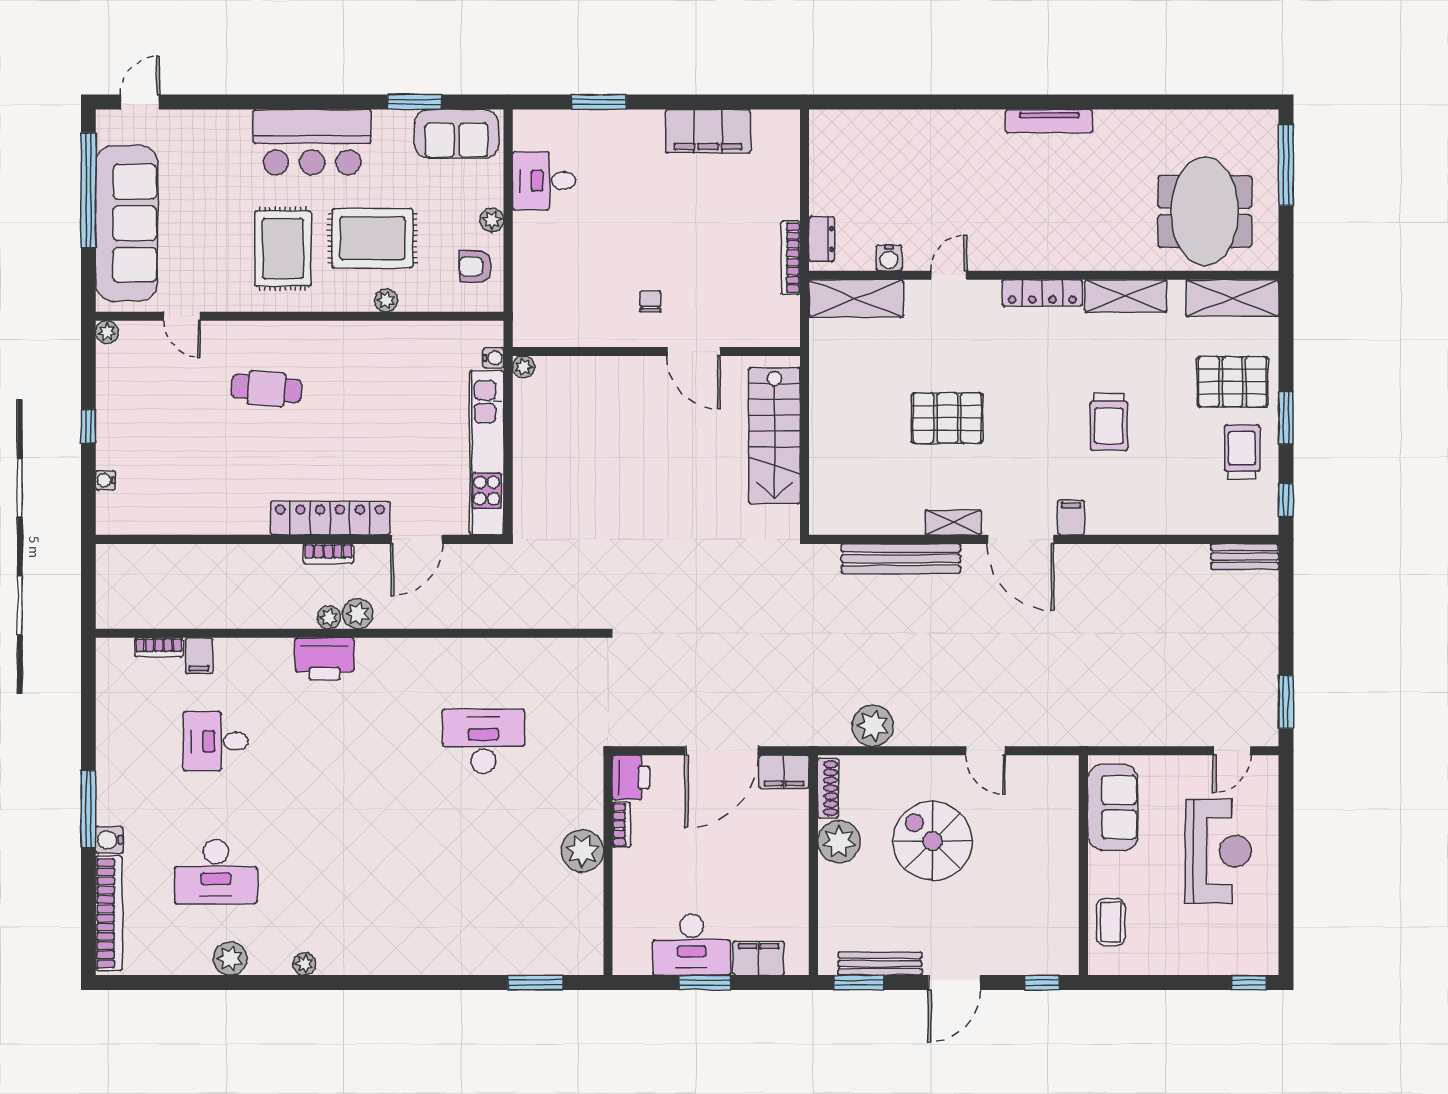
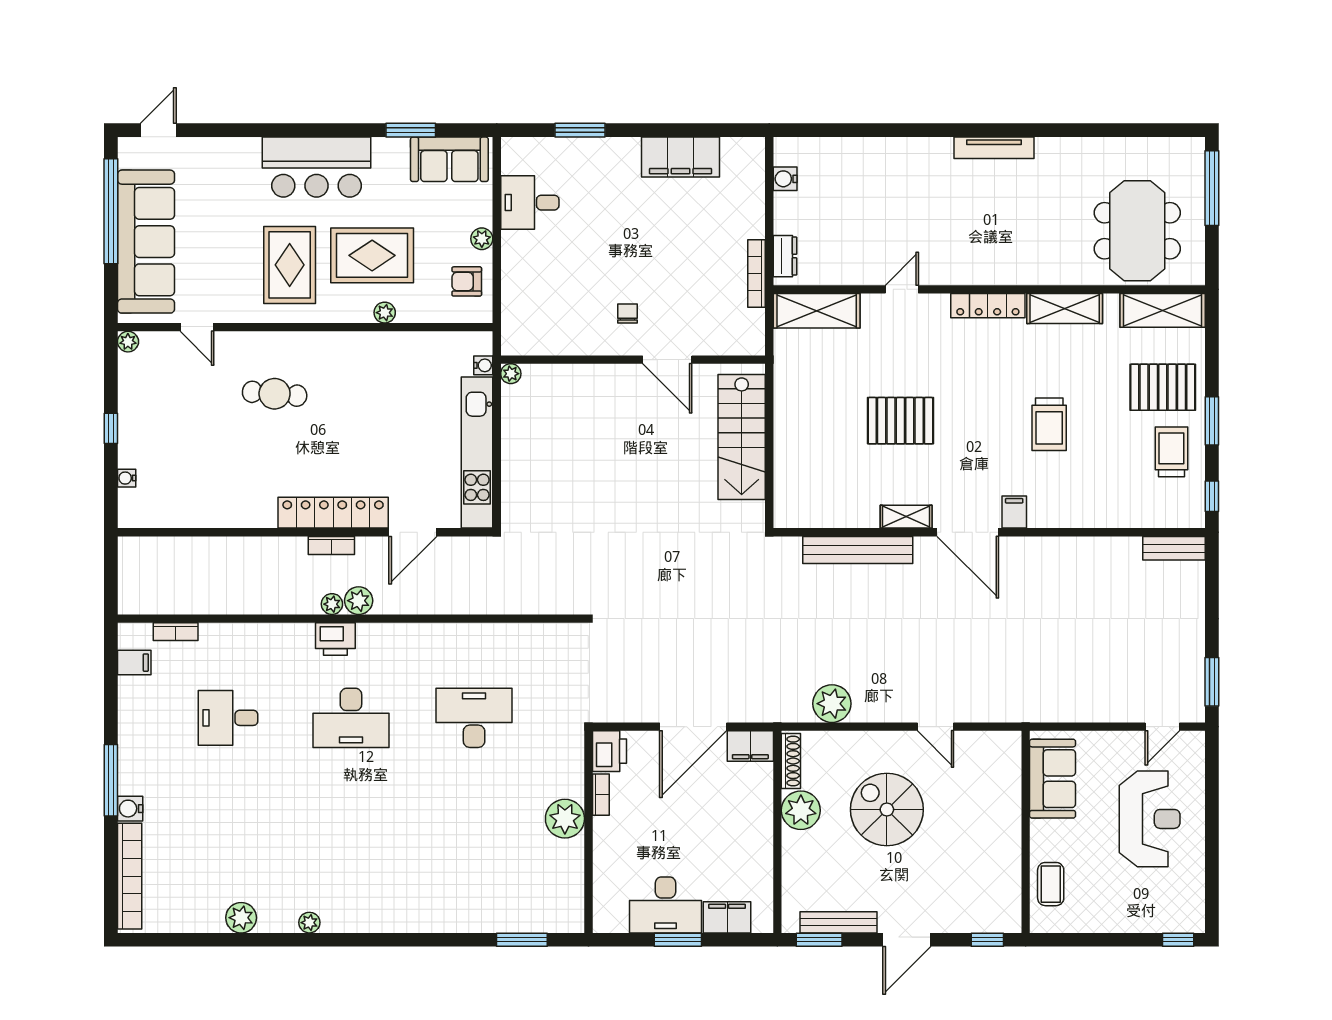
water cooler: (889, 258) -> (785, 179), moved, turned 90
filing cabinet: (199, 656) -> (134, 663), moved, turned -90
printer: (325, 659) -> (335, 639), width x0.73, depth x0.84
desk: (216, 872) -> (351, 718), moved

